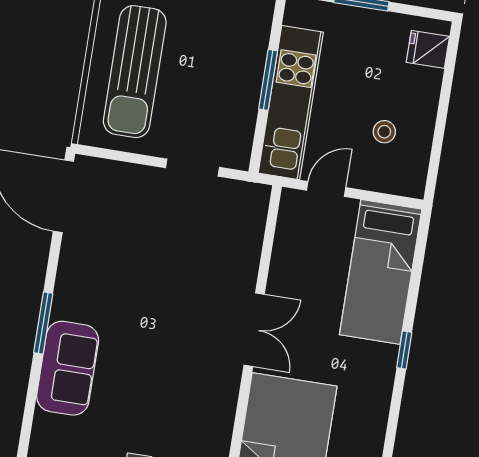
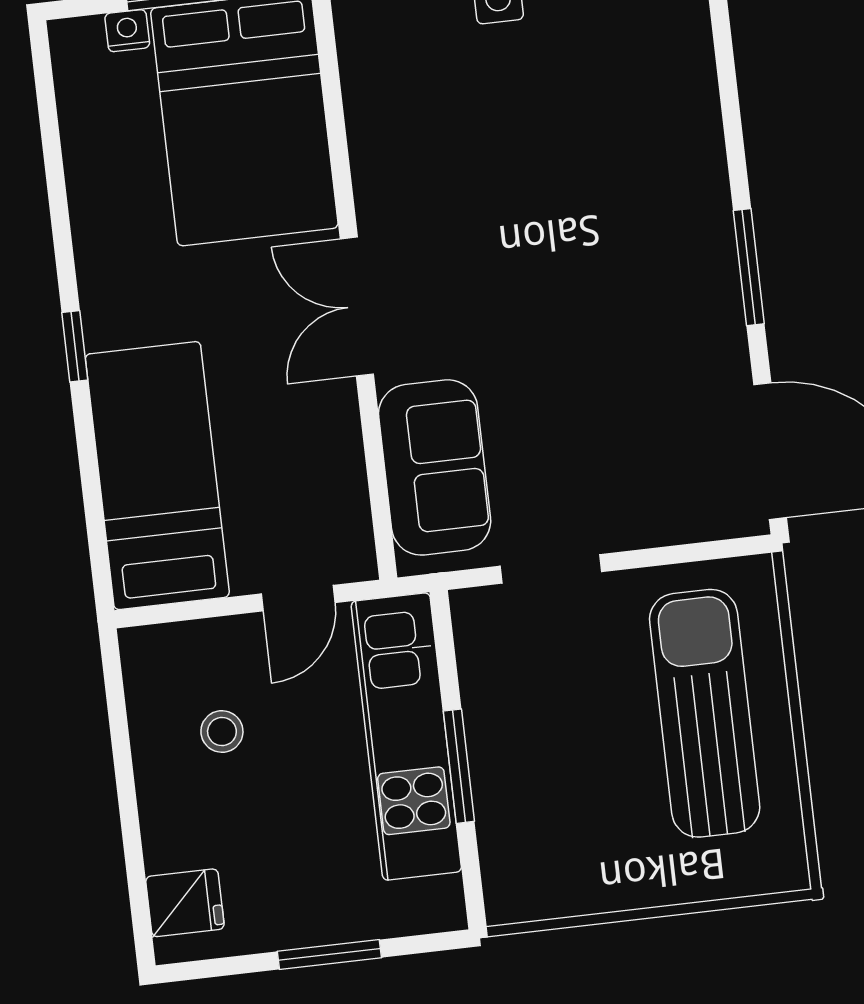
window: (43, 323) -> (749, 267), moved
sofa: (68, 368) -> (435, 467), moved, turned 180

